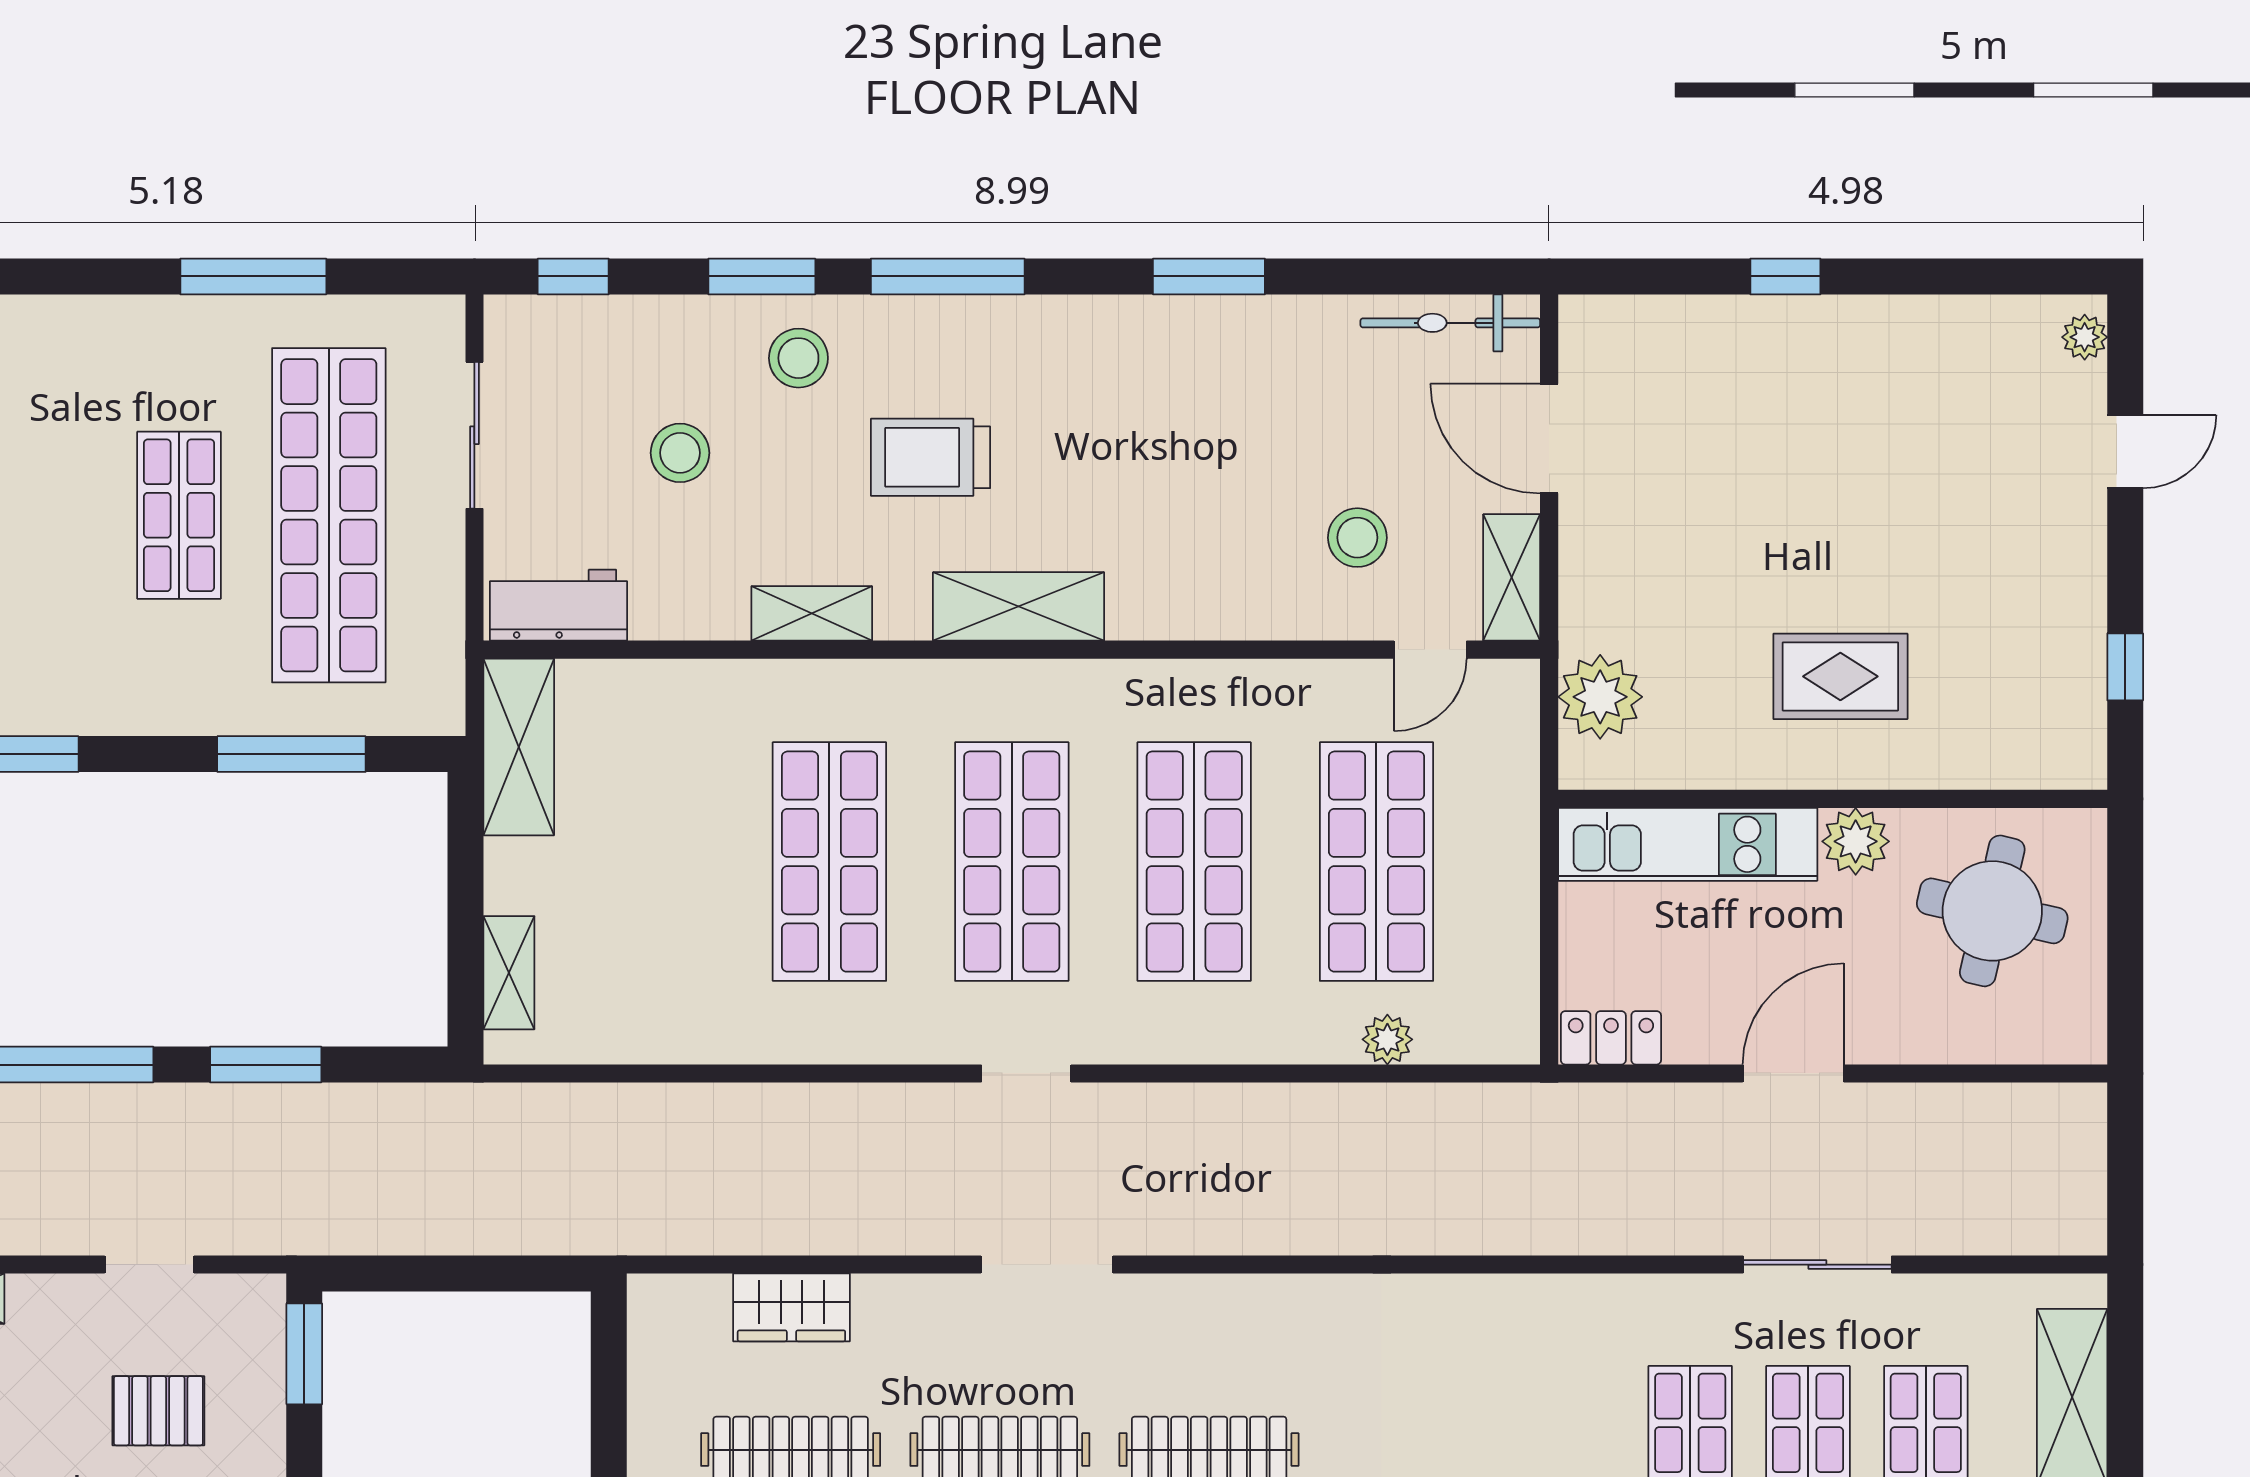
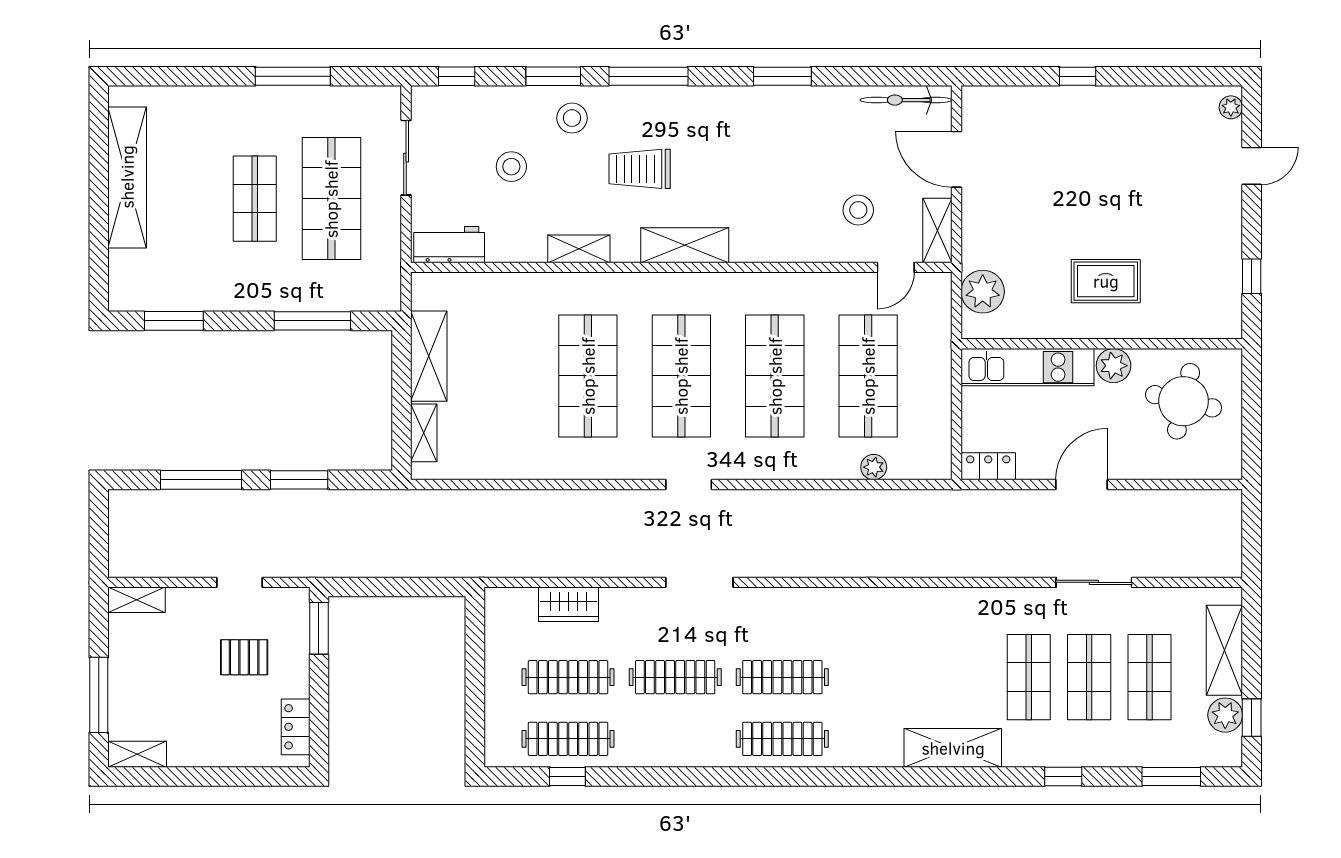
shop shelf: (329, 515) -> (331, 199), width x0.71
shelving: (519, 747) -> (429, 356), moved

